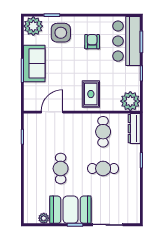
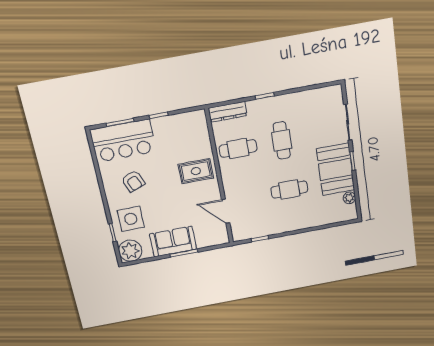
armchair: (92, 42) -> (133, 181), turned -111
plant: (130, 101) -> (195, 123), removed

